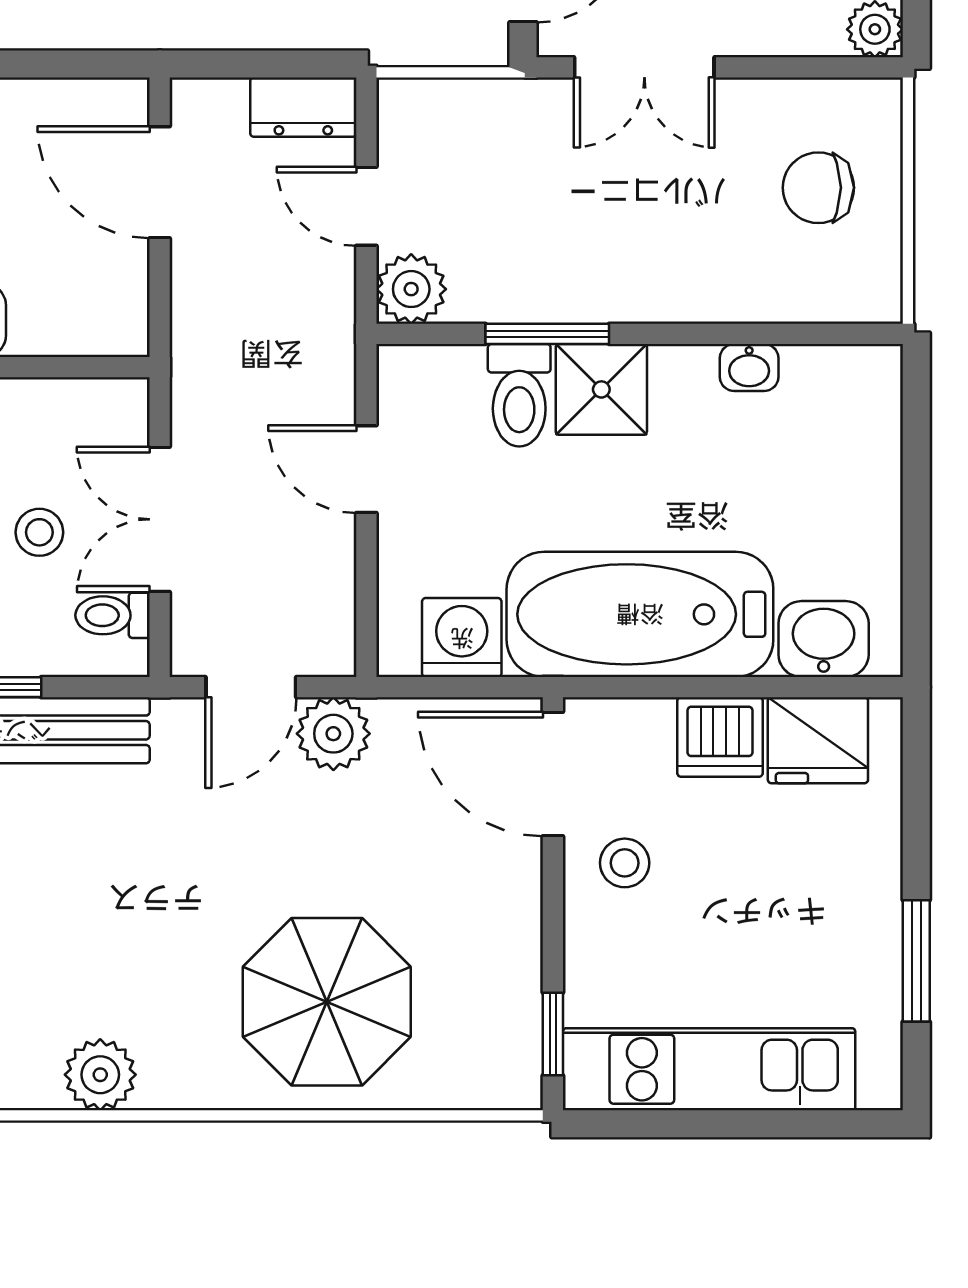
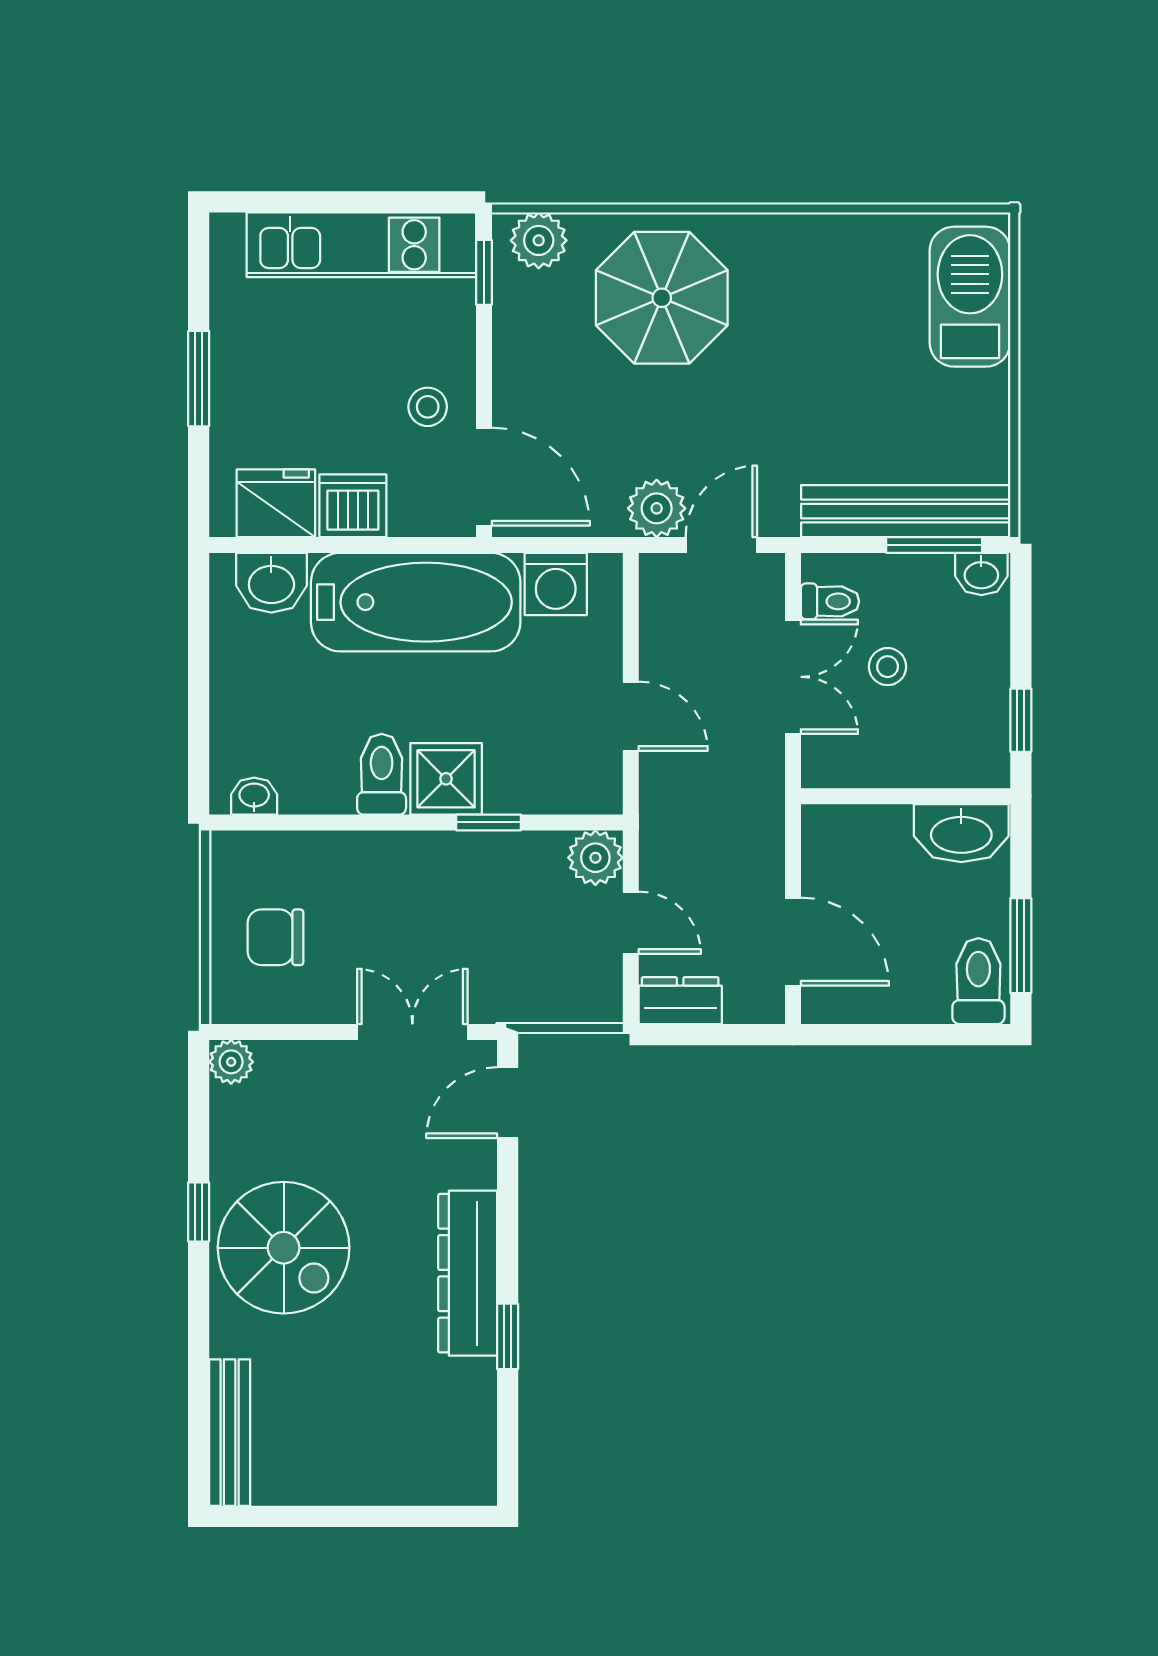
chair: (818, 188) -> (276, 937), turned 180
window: (547, 334) -> (489, 822), width x0.67
washbasin: (749, 367) -> (254, 796), moved
toilet: (519, 395) -> (382, 774), moved
window: (916, 961) -> (199, 379), moved
plant: (100, 1075) -> (539, 240), moved

